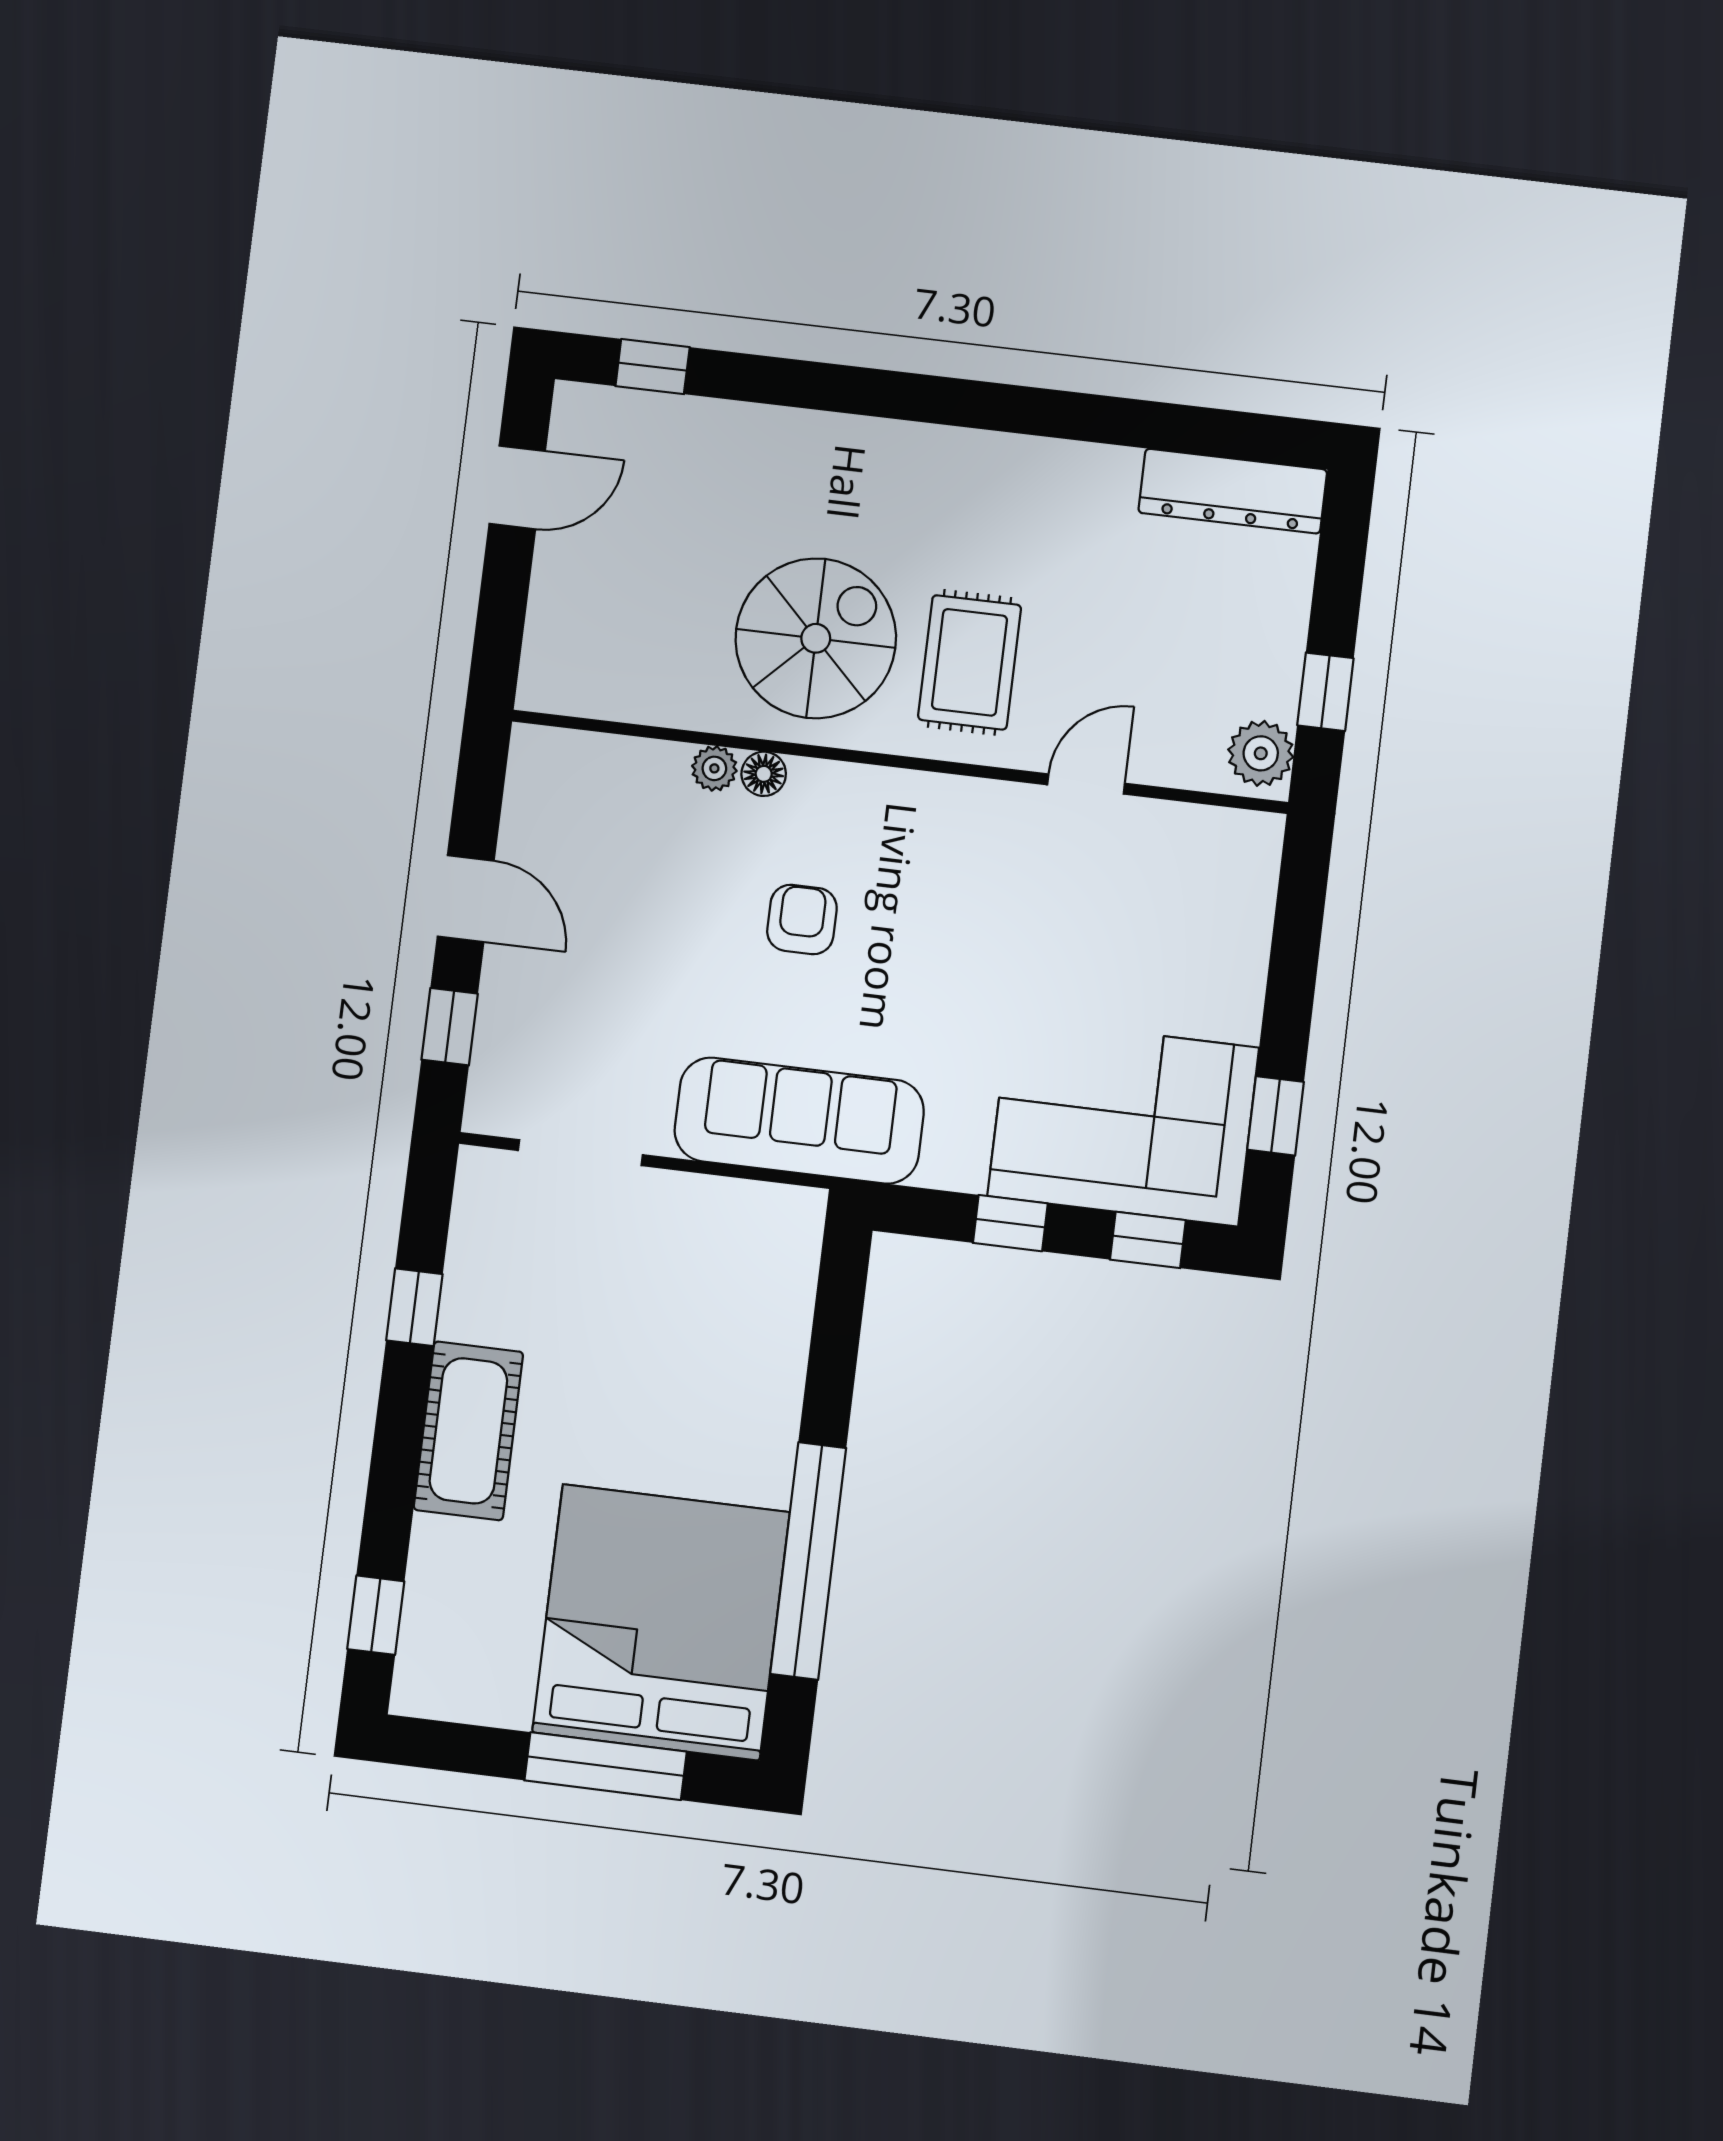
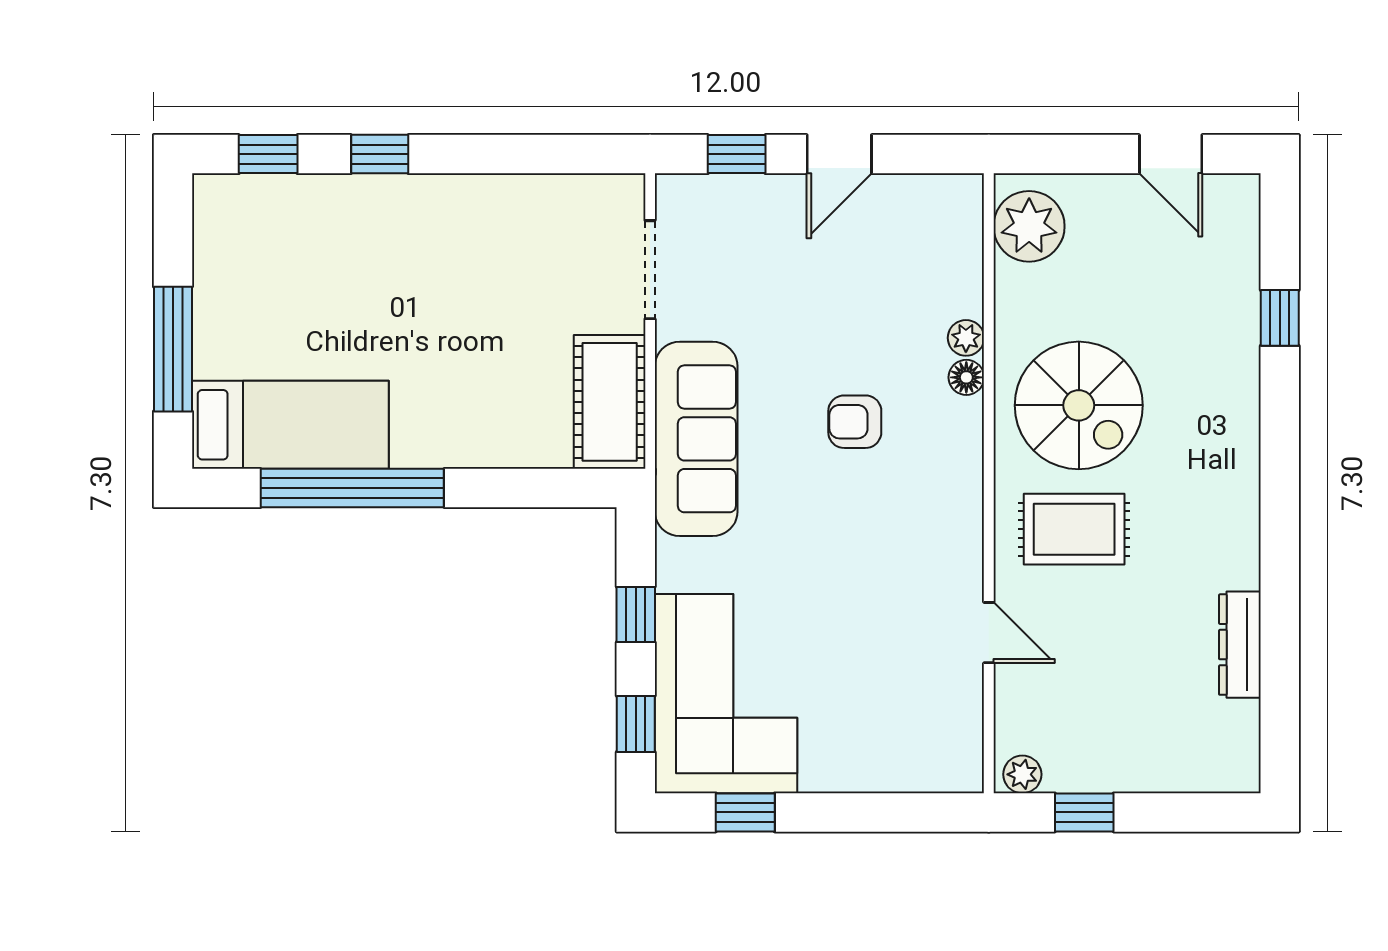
window: (653, 367) -> (1280, 318), moved
dresser: (1233, 491) -> (1240, 645), moved, width x0.73, depth x0.80
plant: (585, 673) -> (1029, 226), added
plant: (1261, 753) -> (1022, 774), width x0.73, depth x0.73
armchair: (802, 919) -> (855, 422), turned 180
window: (414, 1307) -> (380, 154), moved
cot: (468, 1431) -> (610, 402), moved, turned 90
bed: (661, 1622) -> (290, 425), width x0.49

